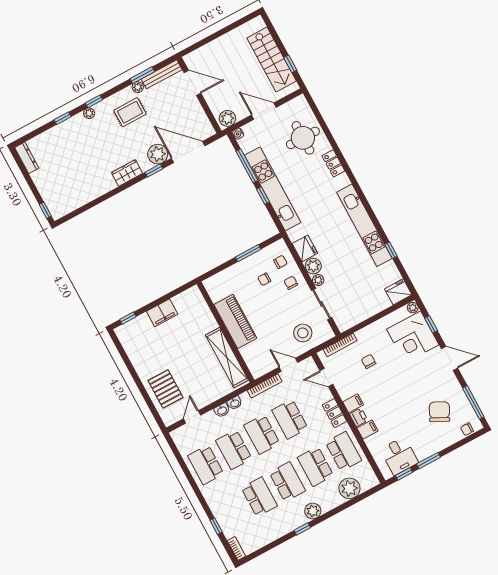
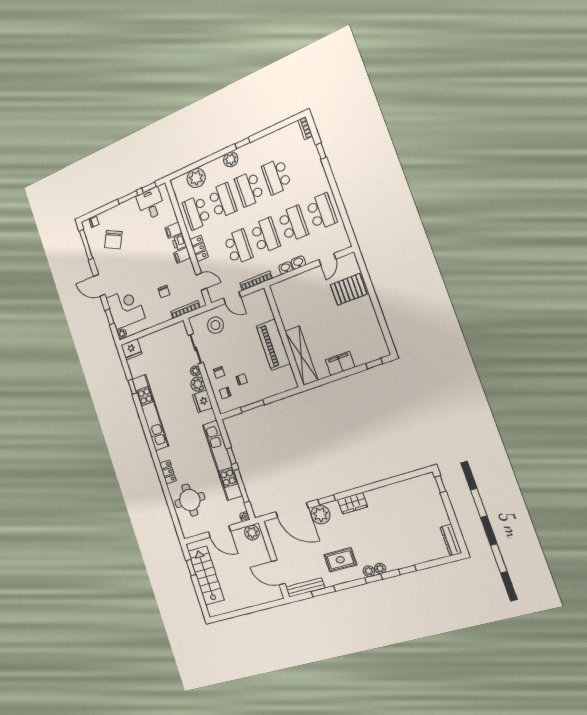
plant: (138, 87) -> (369, 571), moved
shelving: (227, 358) -> (301, 356), moved
pallet: (166, 389) -> (349, 289), turned 90

